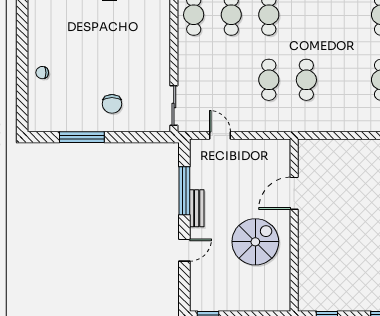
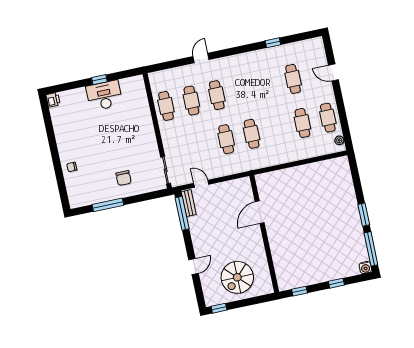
window: (184, 191) -> (182, 213), moved
bench: (197, 208) -> (189, 203), moved
spiral stairs: (255, 242) -> (237, 277), moved, turned 180

